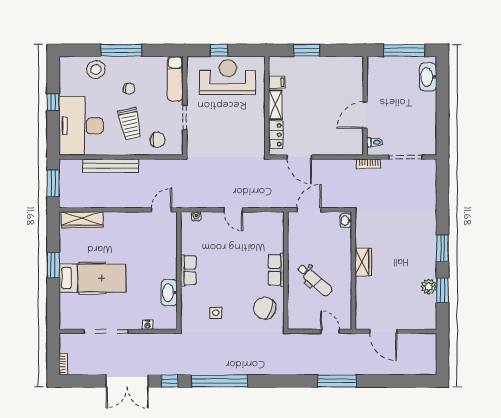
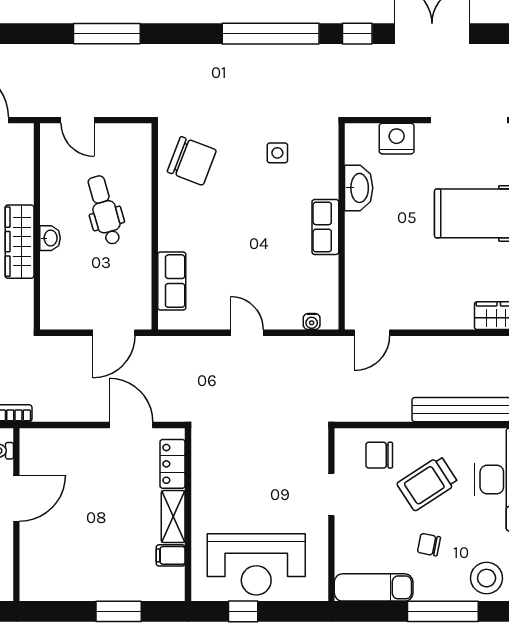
window: (219, 50) -> (243, 611), moved
exam couch: (175, 79) -> (374, 587), moved, turned -90
trolley: (130, 124) -> (427, 483), turned -111
washbasin: (346, 221) -> (50, 238), moved
wardrobe: (363, 262) -> (20, 242), width x1.50
row of seats: (276, 270) -> (172, 281), moved
dental chair: (315, 280) -> (105, 210), turned 33
nightstand: (147, 325) -> (397, 139), width x1.89, depth x1.79
window: (337, 381) -> (107, 34), moved

